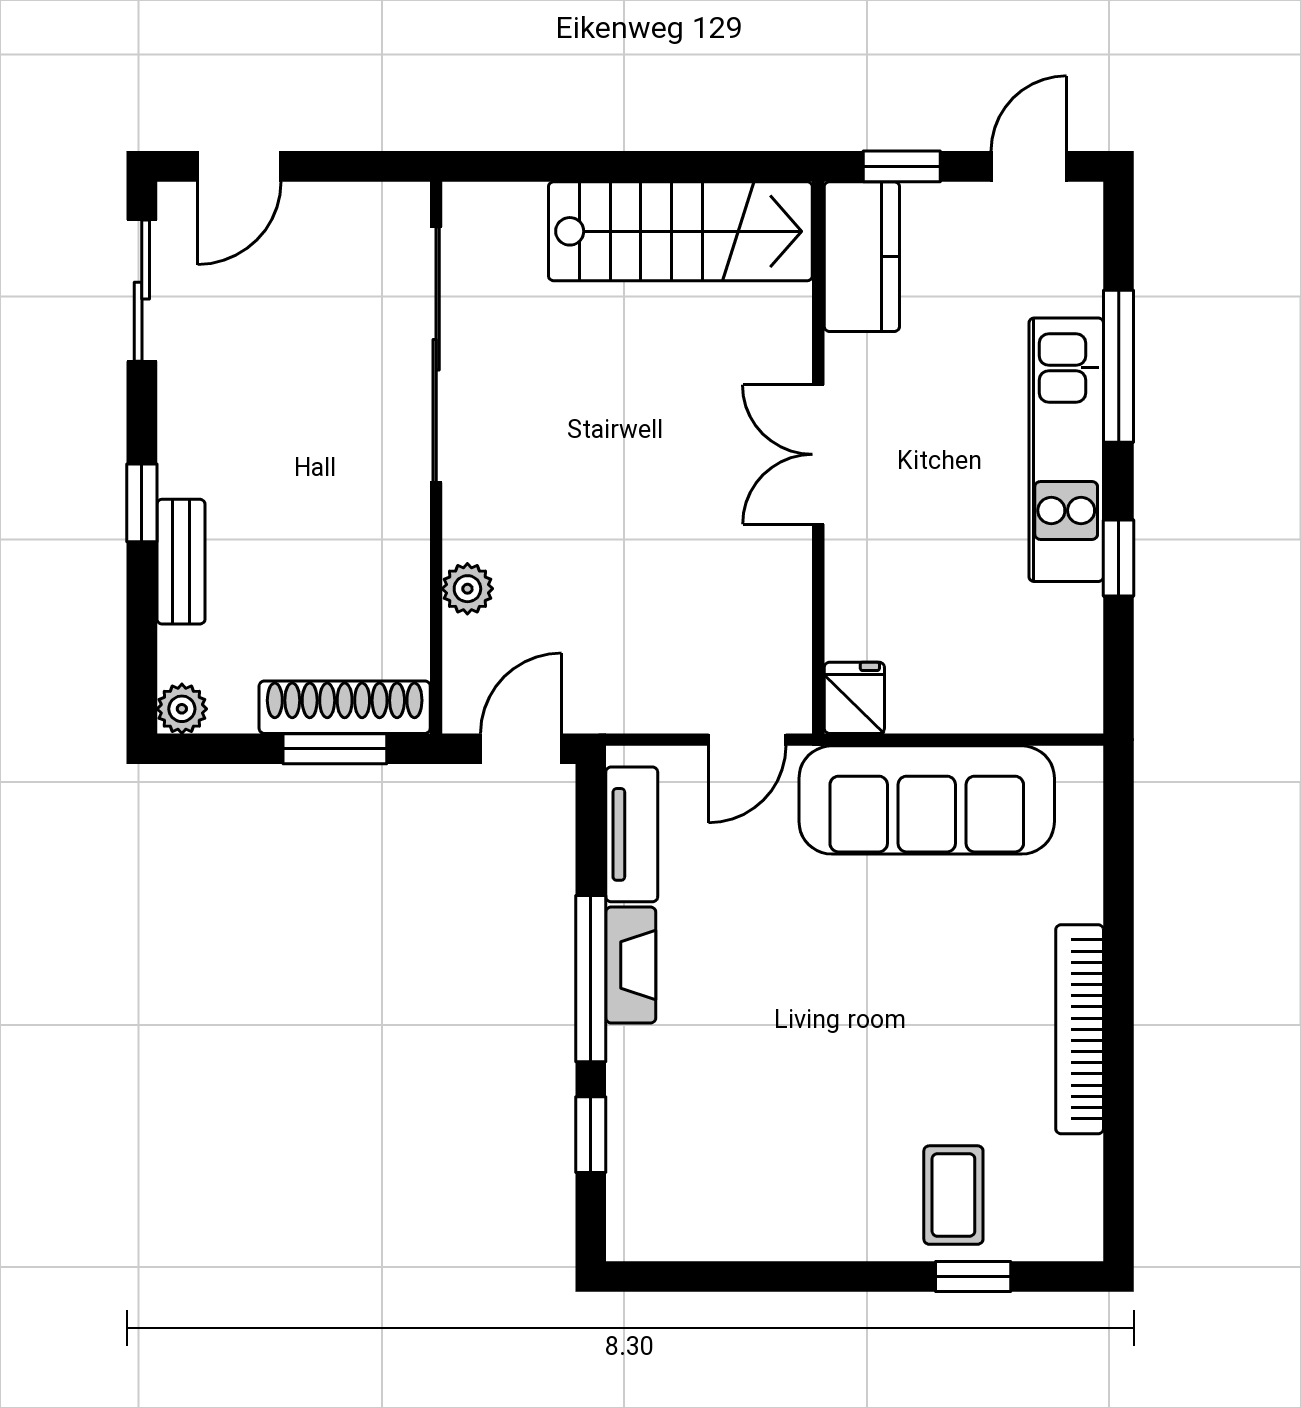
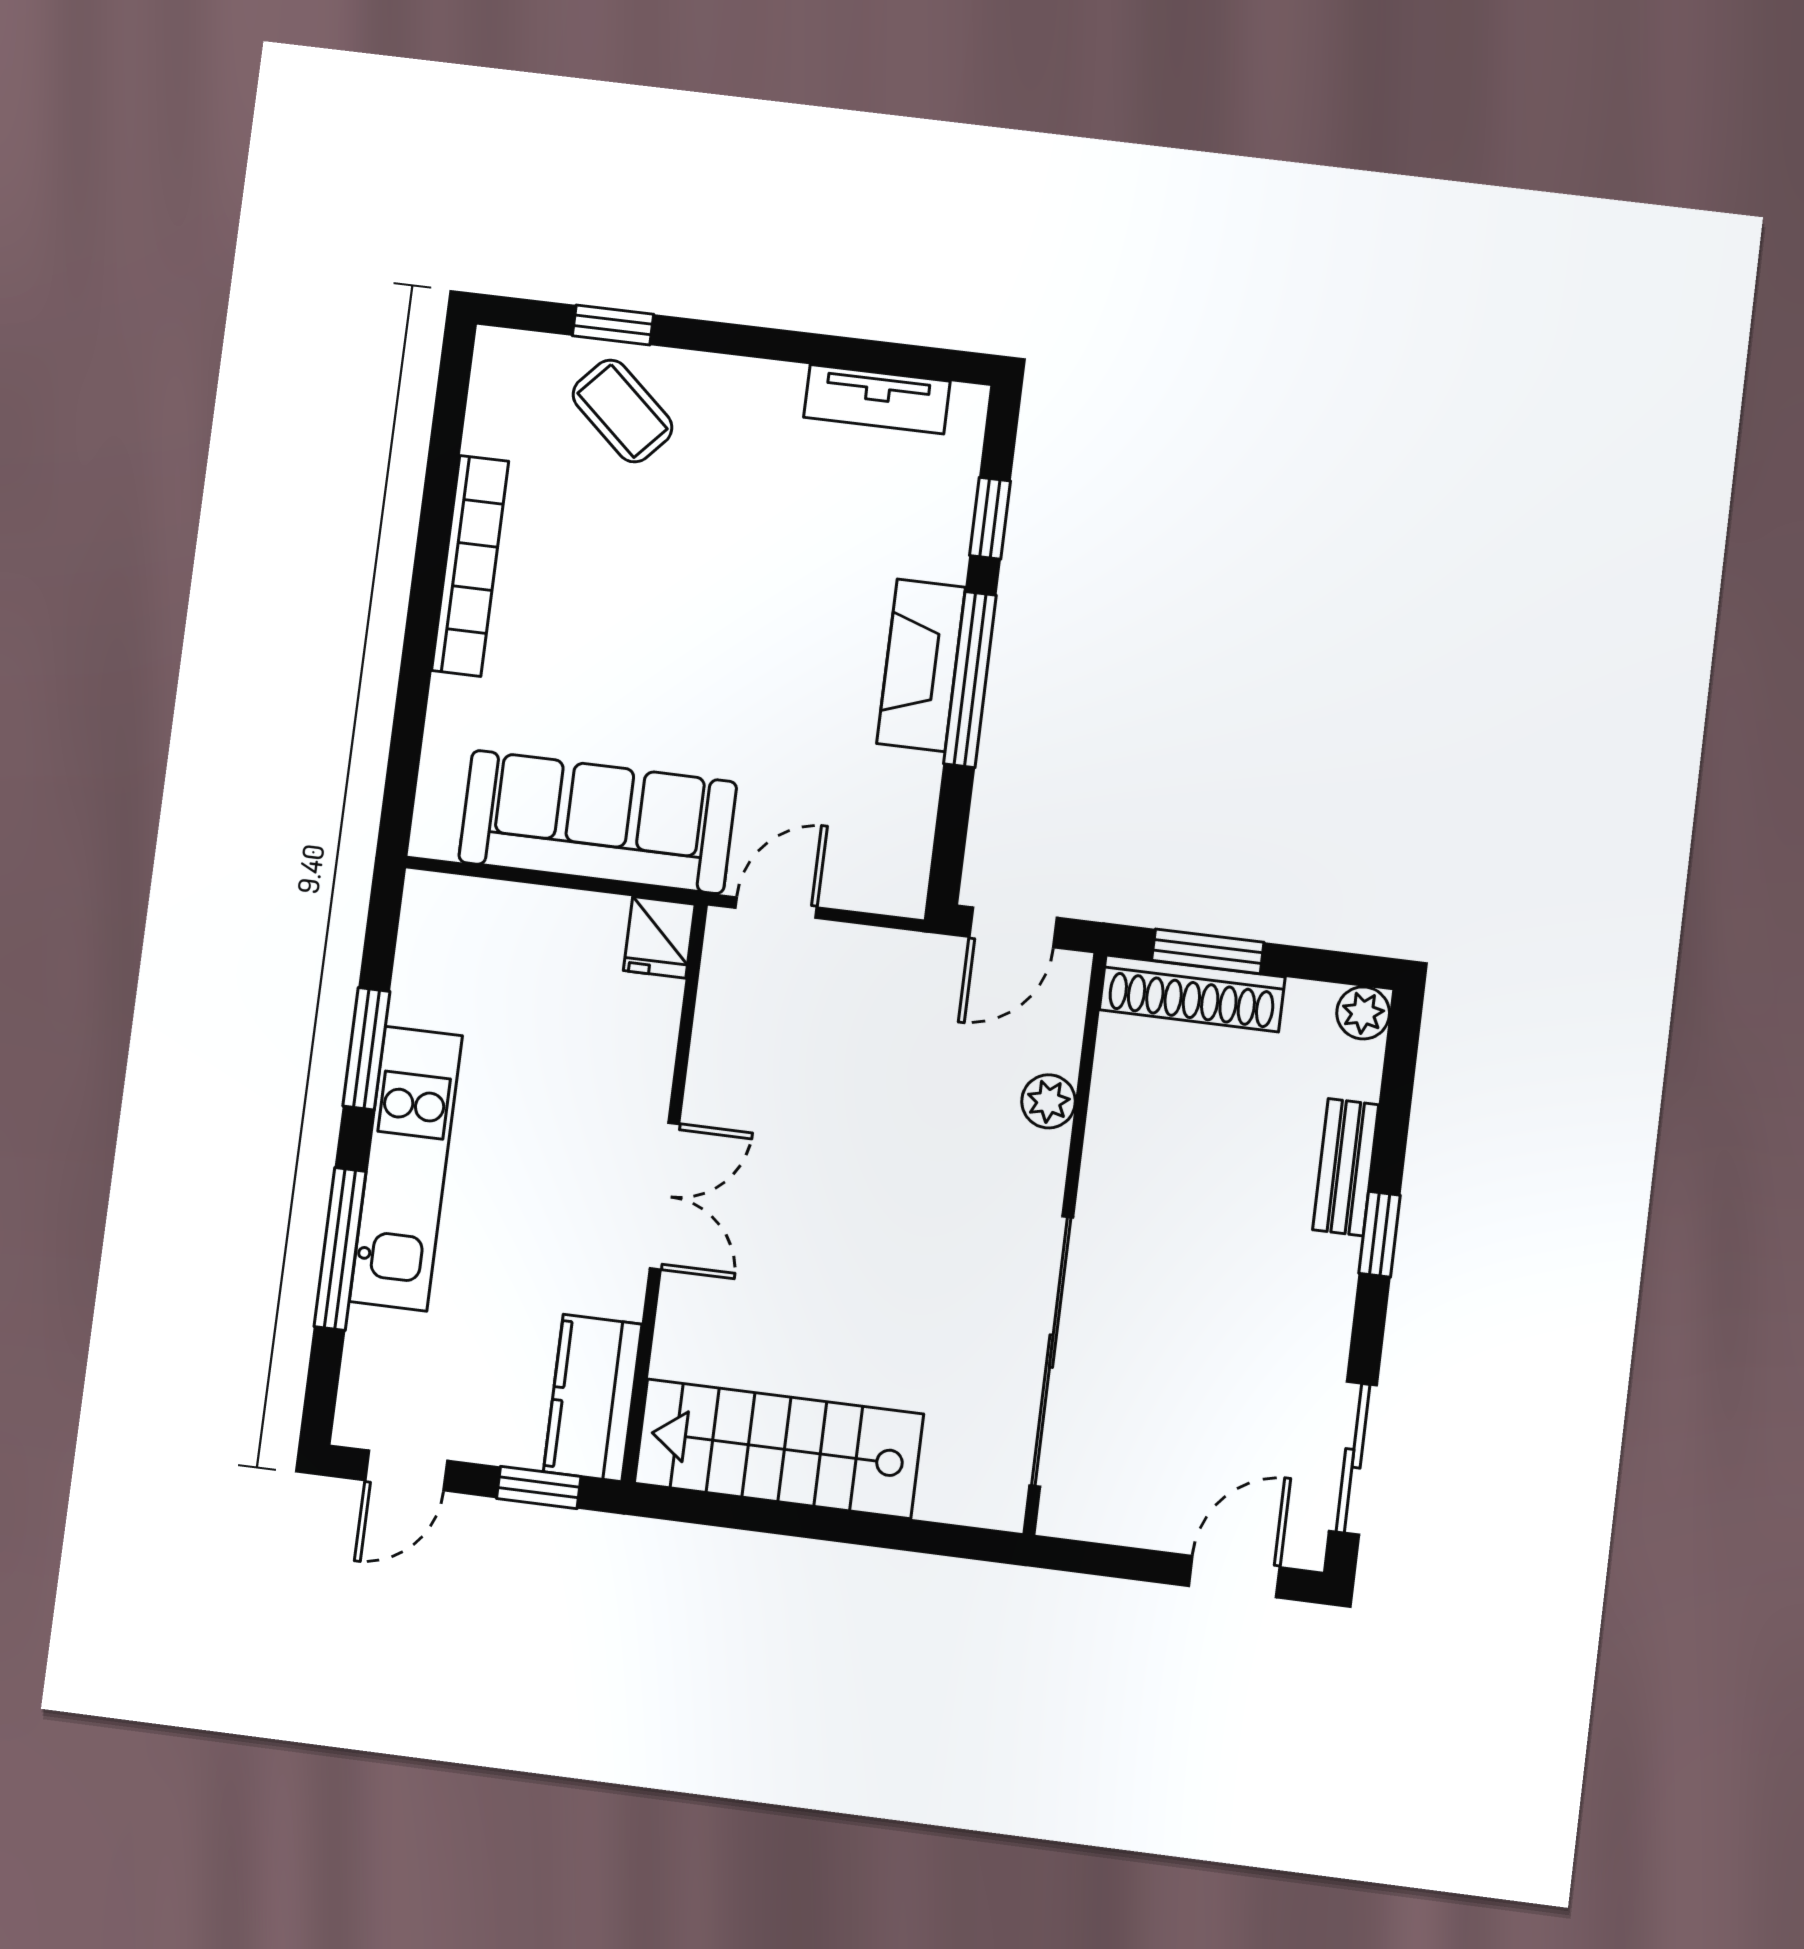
window: (1119, 558) -> (366, 1049), width x1.50
tv unit: (632, 834) -> (877, 399), moved, turned -90
fireplace: (631, 965) -> (921, 665), width x1.37, depth x1.32
coffee table: (953, 1195) -> (622, 411), turned -48

